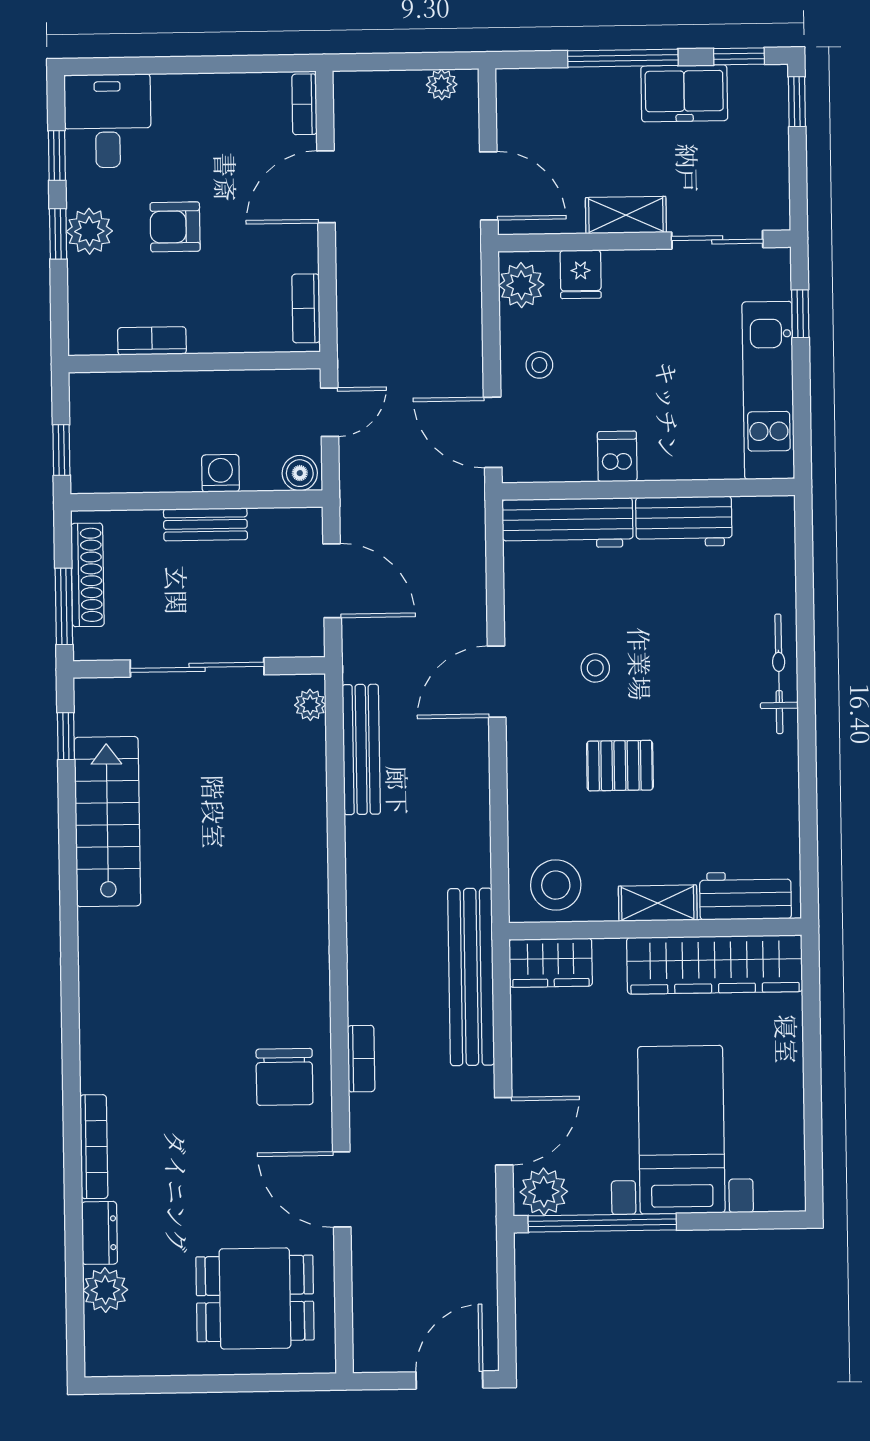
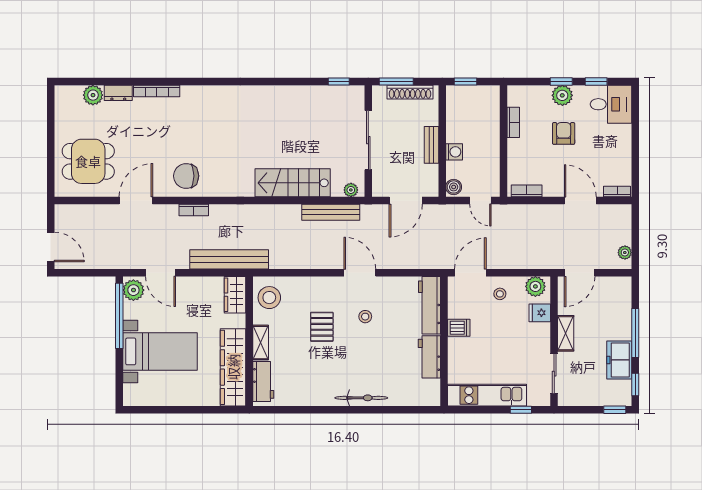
stairs: (107, 822) -> (293, 183), moved, turned 180
dining table: (255, 1298) -> (88, 161), turned 90

